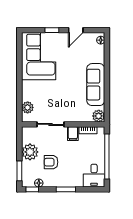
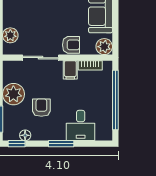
armchair: (73, 115) -> (71, 45), added
armchair: (51, 162) -> (41, 108), turned 90
desk: (94, 176) -> (81, 125), moved

